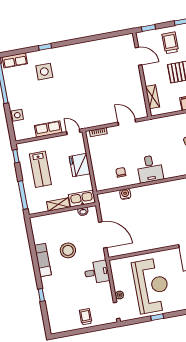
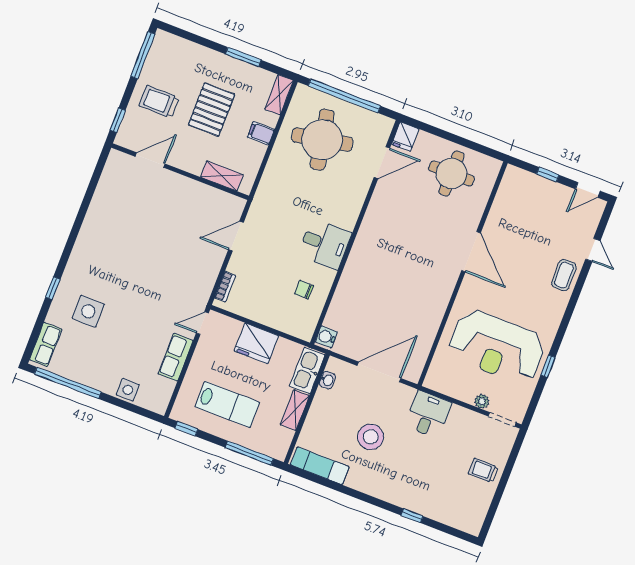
water cooler: (125, 194) -> (326, 337), moved
exam couch: (43, 260) -> (320, 466), moved
reception desk: (151, 286) -> (497, 347), turned 180

